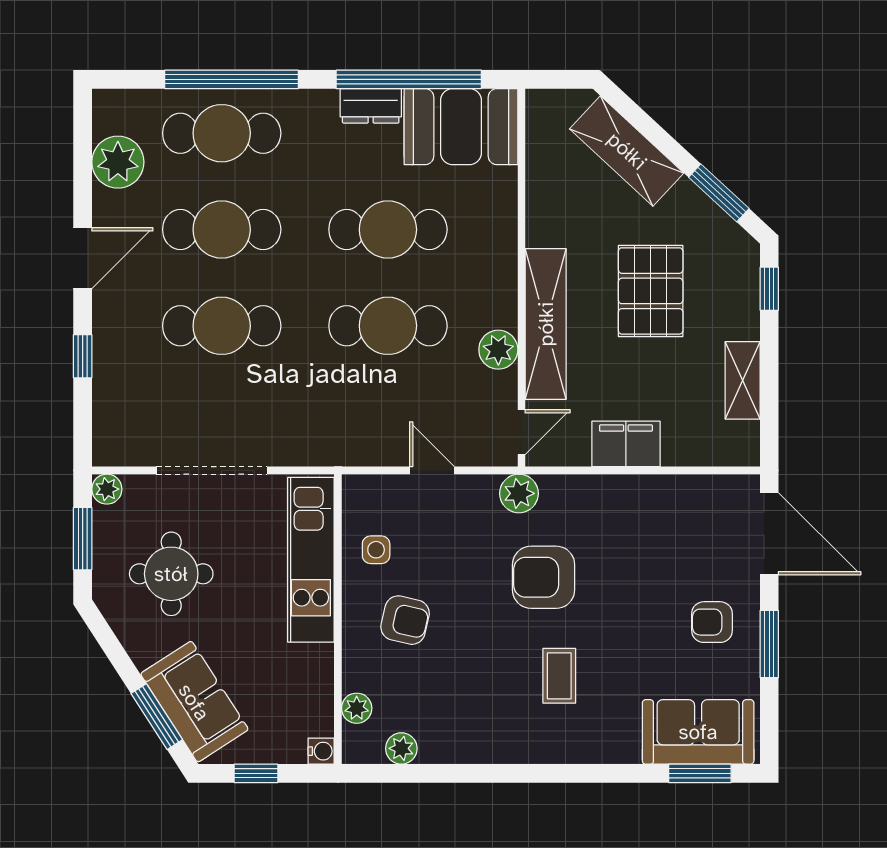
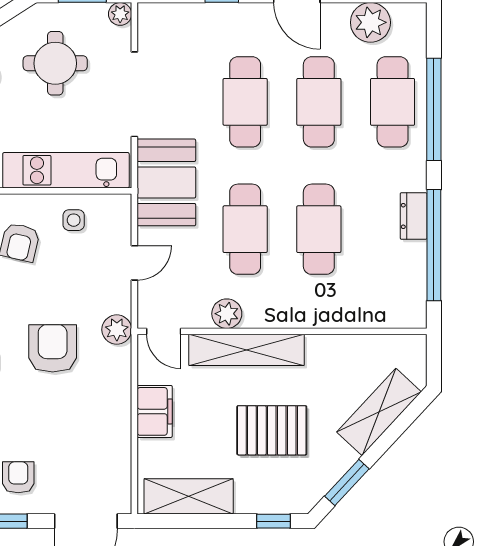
booth: (461, 127) -> (166, 182), moved
shelving: (743, 380) -> (189, 496), width x1.50, depth x1.33

